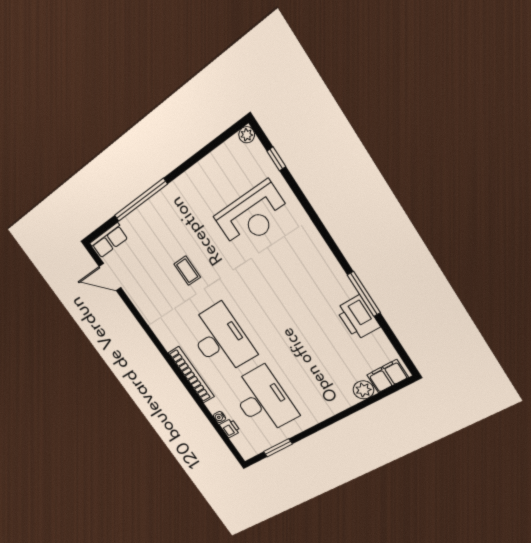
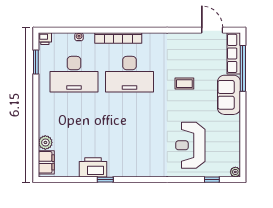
window: (141, 200) -> (243, 68), moved
sofa: (163, 209) -> (229, 95), added
row of seats: (109, 240) -> (234, 53), width x1.48
door: (110, 277) -> (212, 30), hinge flipped
window: (364, 294) -> (105, 180), width x0.46
printer: (230, 428) -> (45, 39), moved

